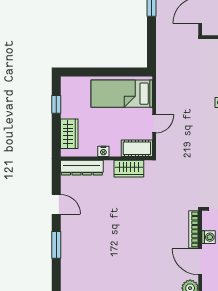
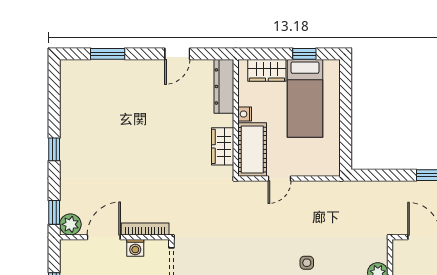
bed: (122, 94) -> (305, 98), moved, turned 180
door: (154, 124) -> (279, 178), hinge flipped
cot: (137, 148) -> (252, 149), width x1.37, depth x1.34
window: (56, 245) -> (108, 54), moved

